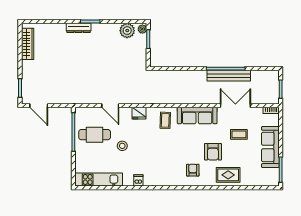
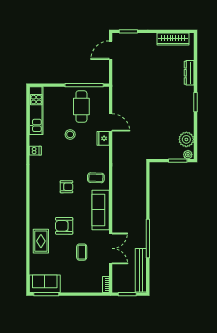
dresser: (79, 28) -> (189, 73), moved
bench: (229, 76) -> (141, 270), moved
door: (110, 106) -> (111, 122), swing flipped
fridge: (139, 113) -> (103, 138), moved
sofa: (270, 147) -> (45, 284), moved, width x0.73
armchair: (193, 170) -> (66, 187), moved

